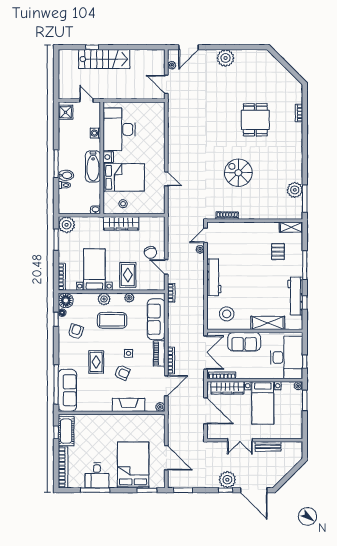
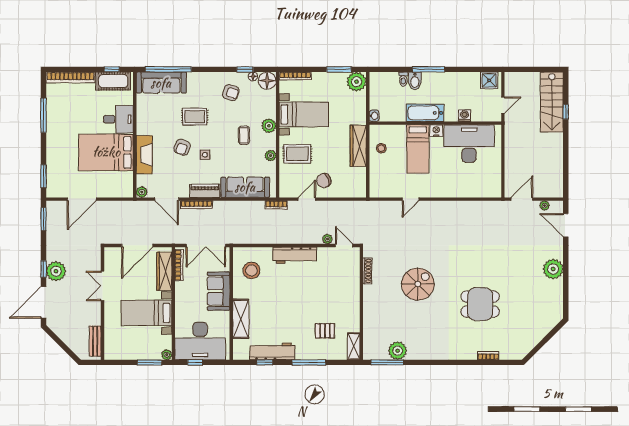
stairs: (104, 59) -> (552, 102), moved
bed: (124, 177) -> (418, 149), width x0.67
coffee table: (112, 320) -> (244, 135), width x0.54, depth x0.58
bench: (268, 446) -> (95, 341), moved
bed: (133, 465) -> (106, 152), moved, turned 180
desk: (97, 475) -> (118, 119), moved, turned 180

